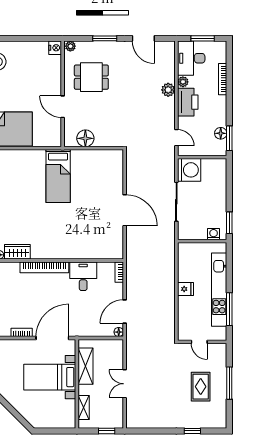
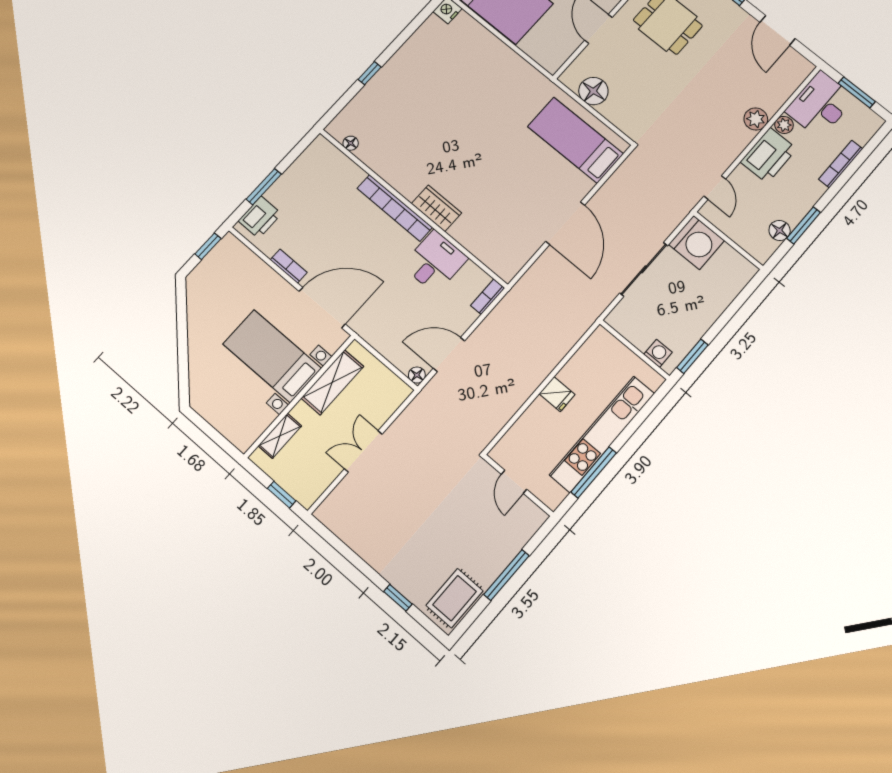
window: (229, 138) -> (804, 225), moved
bed: (58, 176) -> (575, 140), moved, turned 90
wardrobe: (17, 252) -> (437, 208), moved
rug: (201, 387) -> (455, 598), moved

